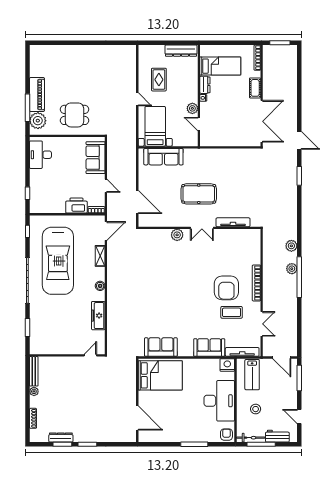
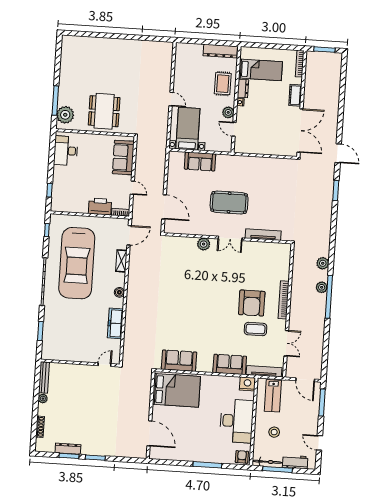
rug: (159, 80) -> (223, 84), moved
piano: (37, 95) -> (66, 87), removed
dining table: (74, 115) -> (104, 111), width x1.38
sofa: (163, 157) -> (200, 161), width x0.73

